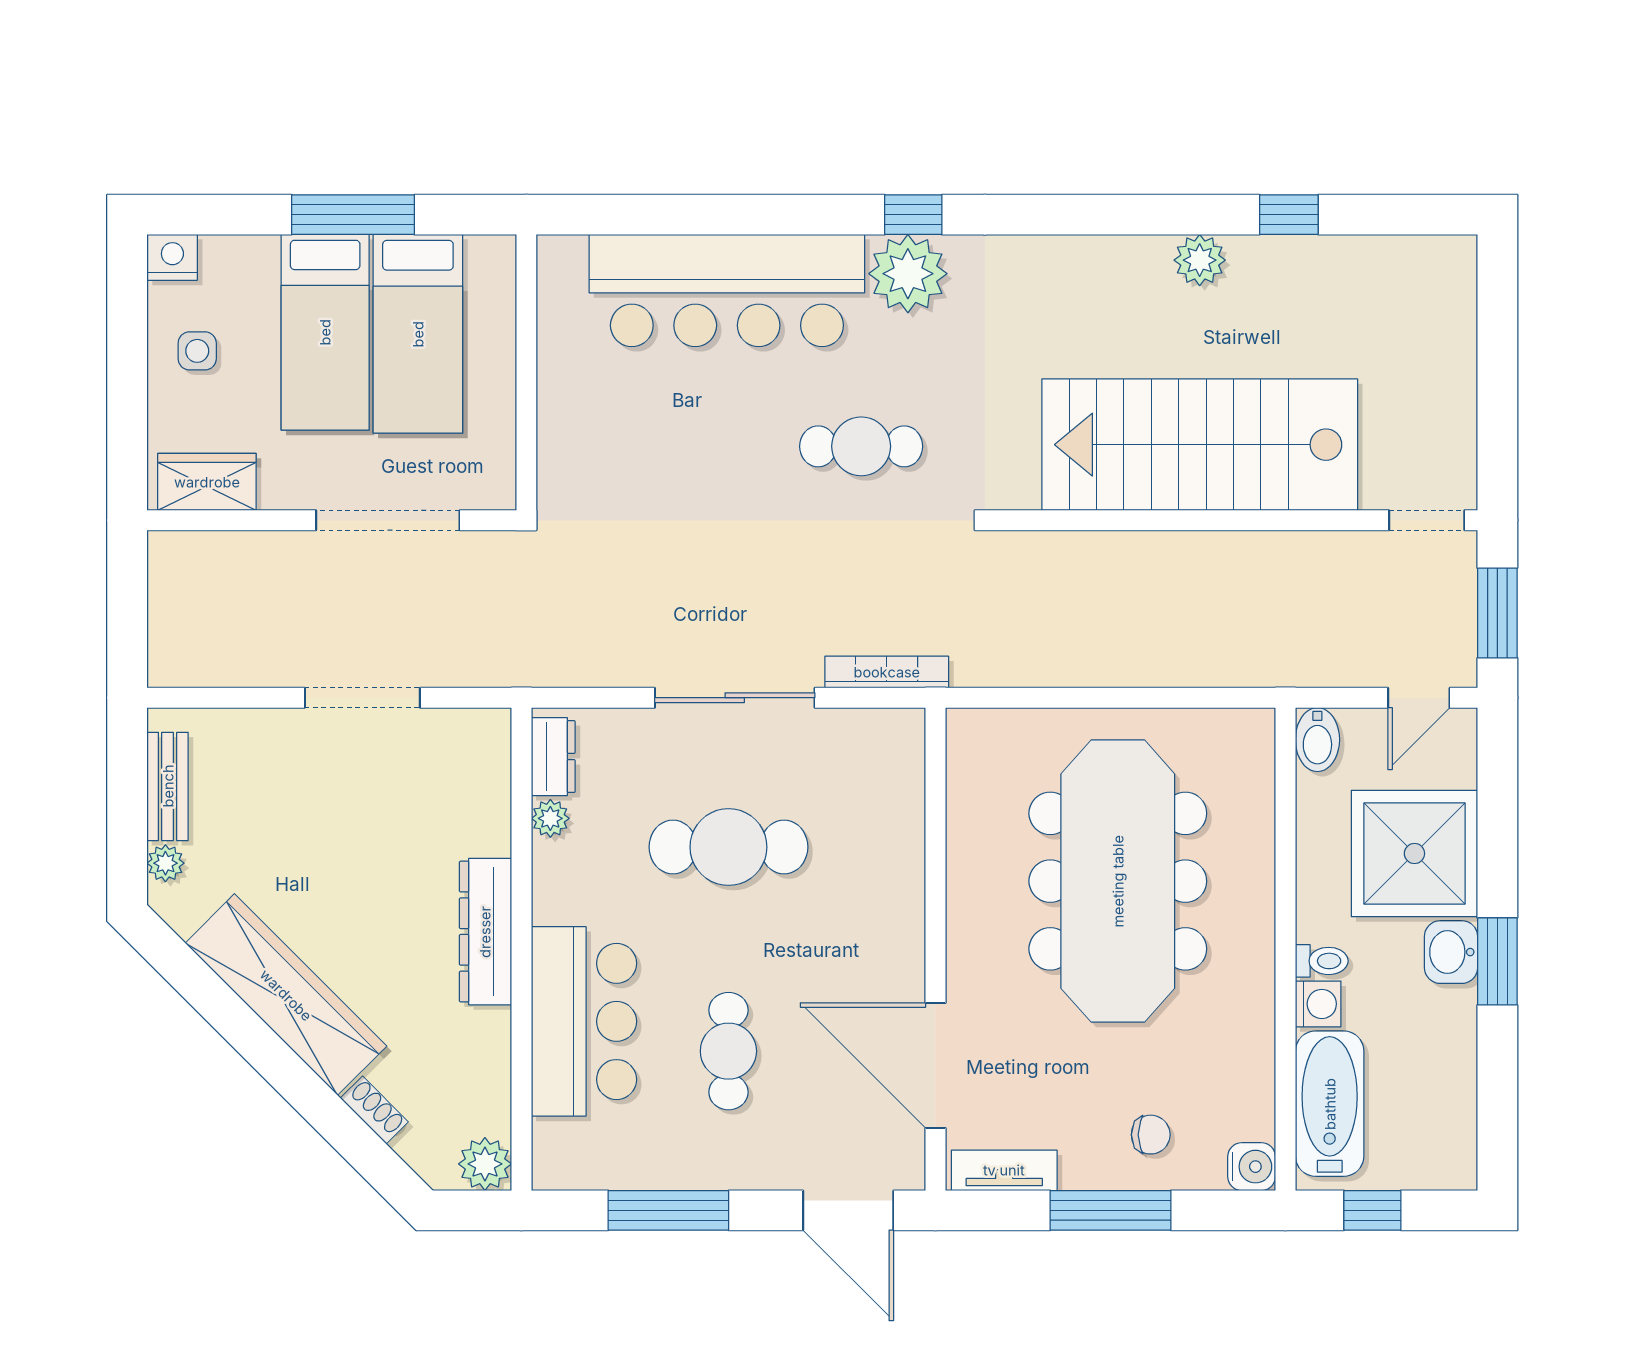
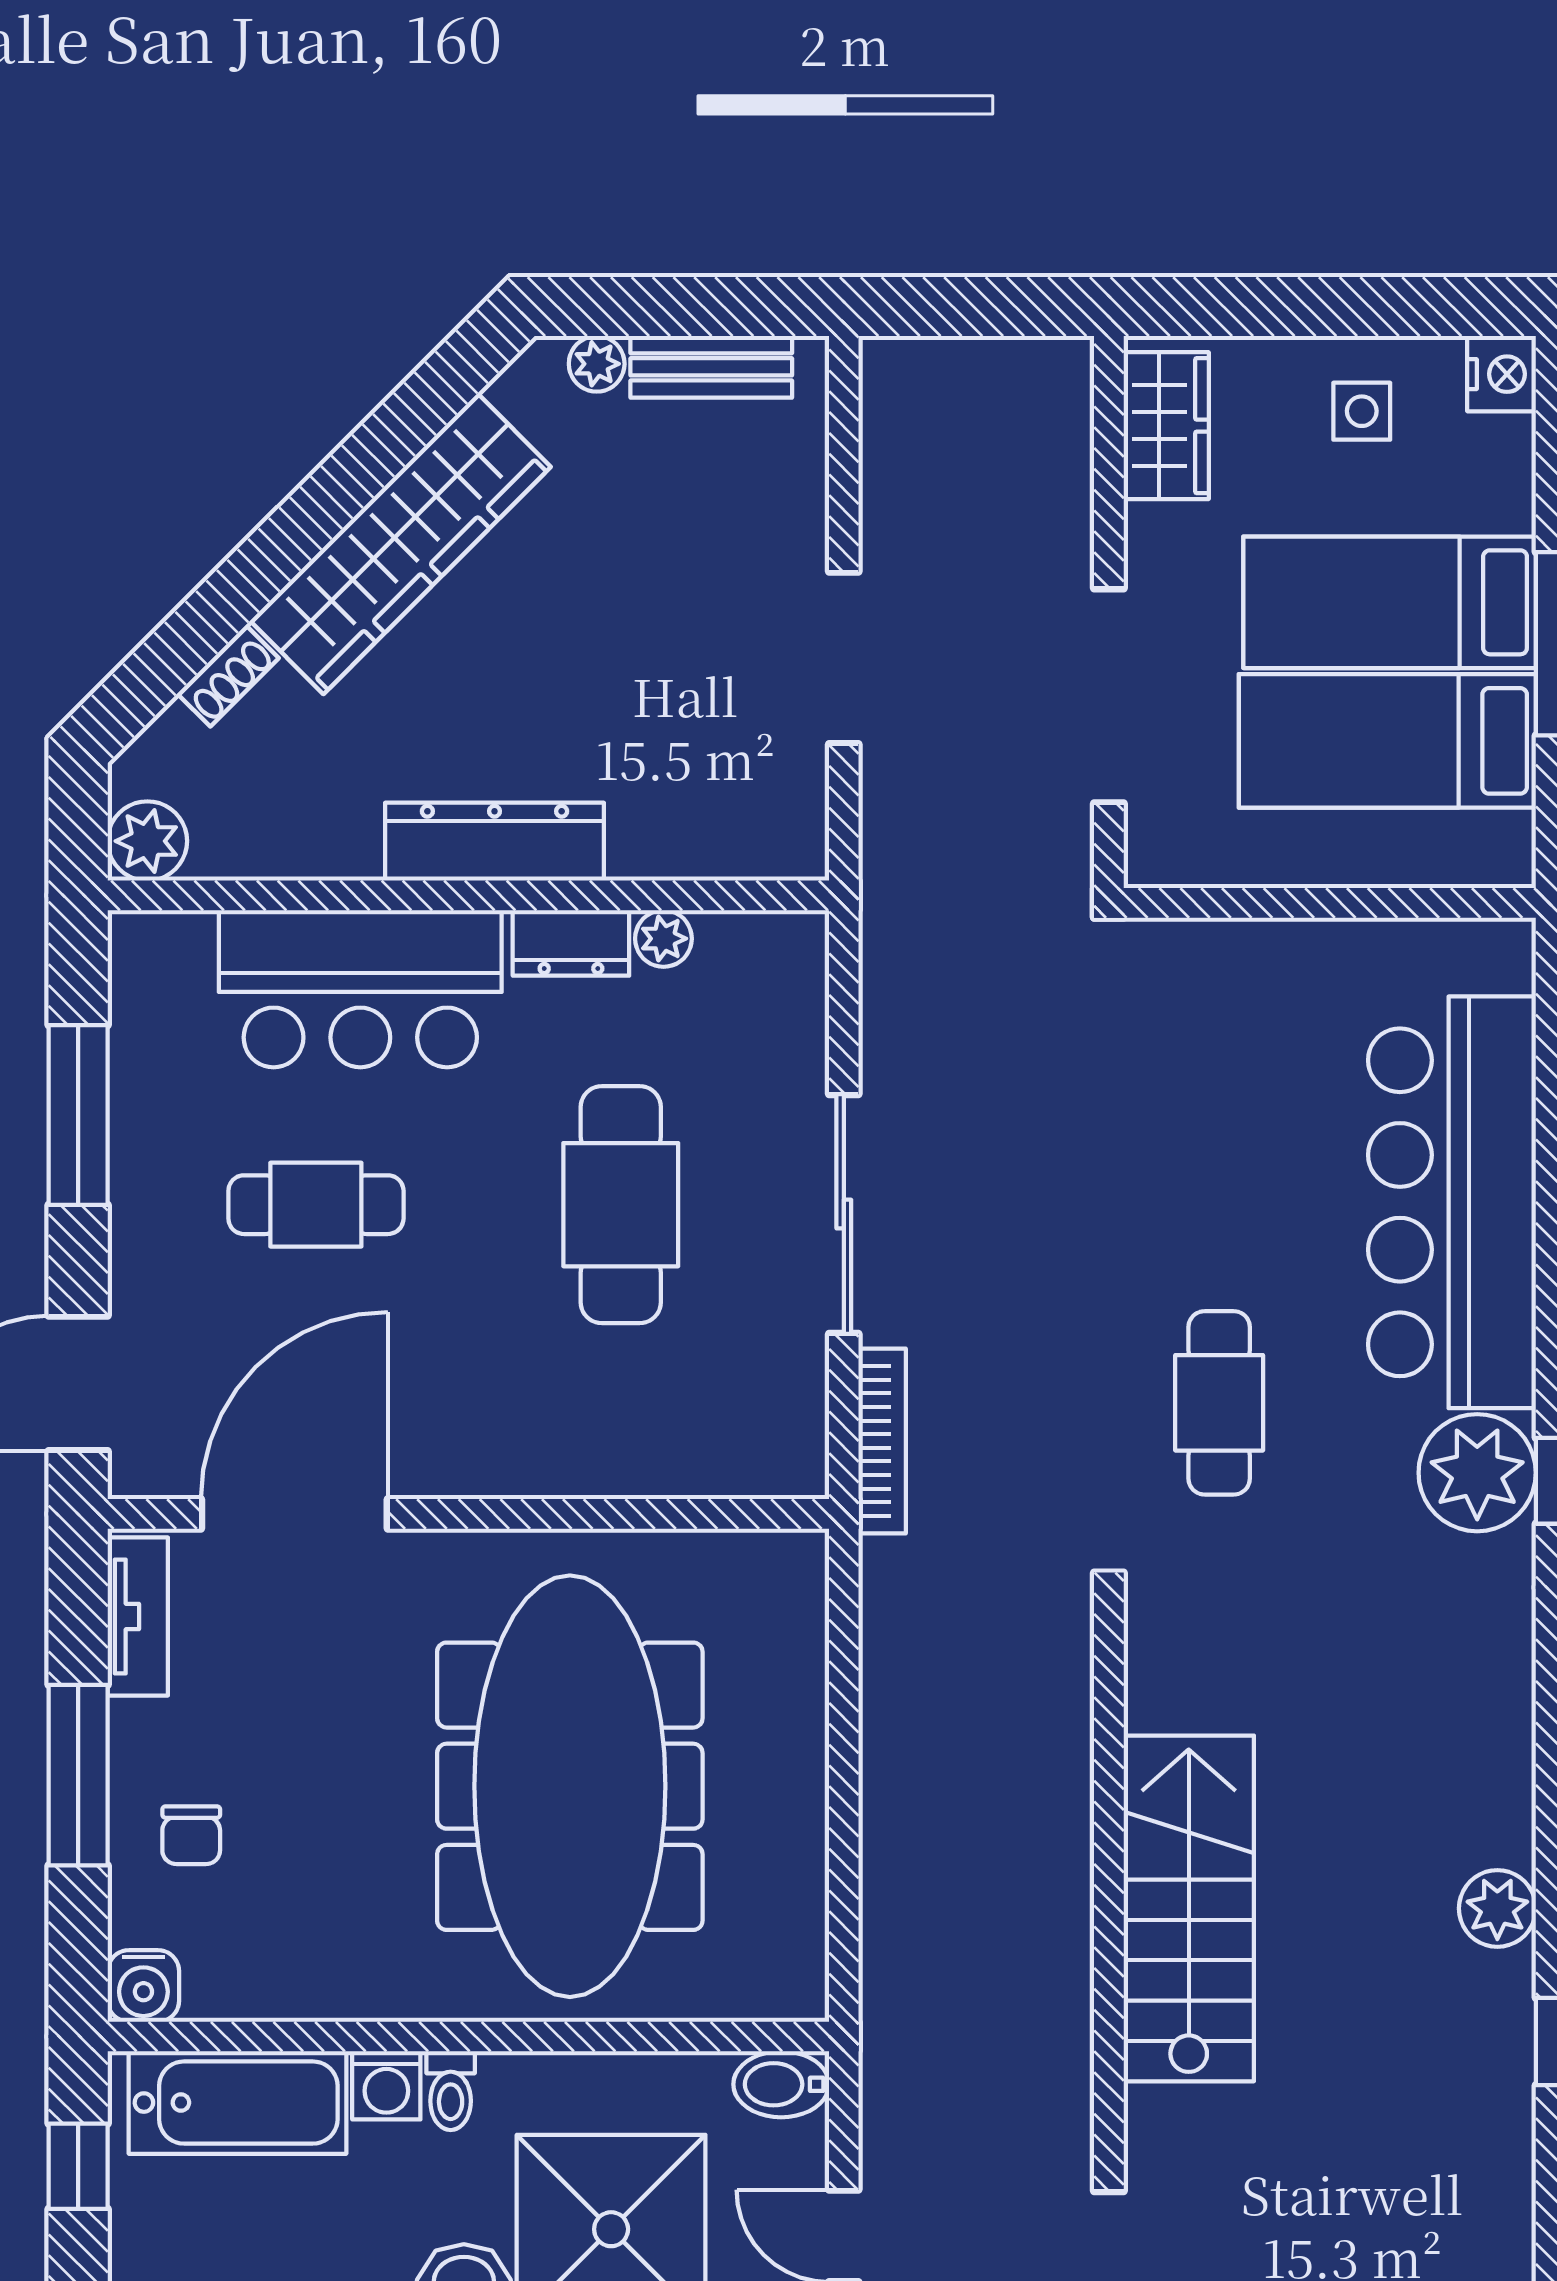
stairs: (1200, 445) -> (1189, 1908), width x0.73, depth x0.66
dresser: (553, 757) -> (571, 943), moved
meeting table: (1118, 881) -> (570, 1786), turned 90

